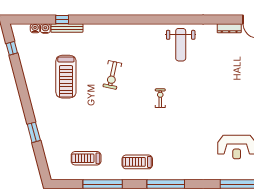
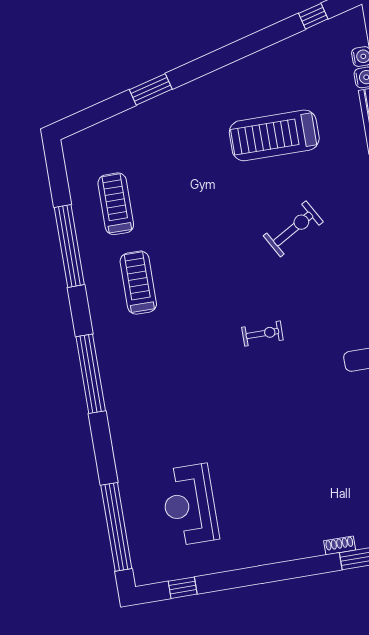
exercise bike: (112, 75) -> (293, 229), turned 138
treadmill: (137, 162) -> (138, 283), moved

